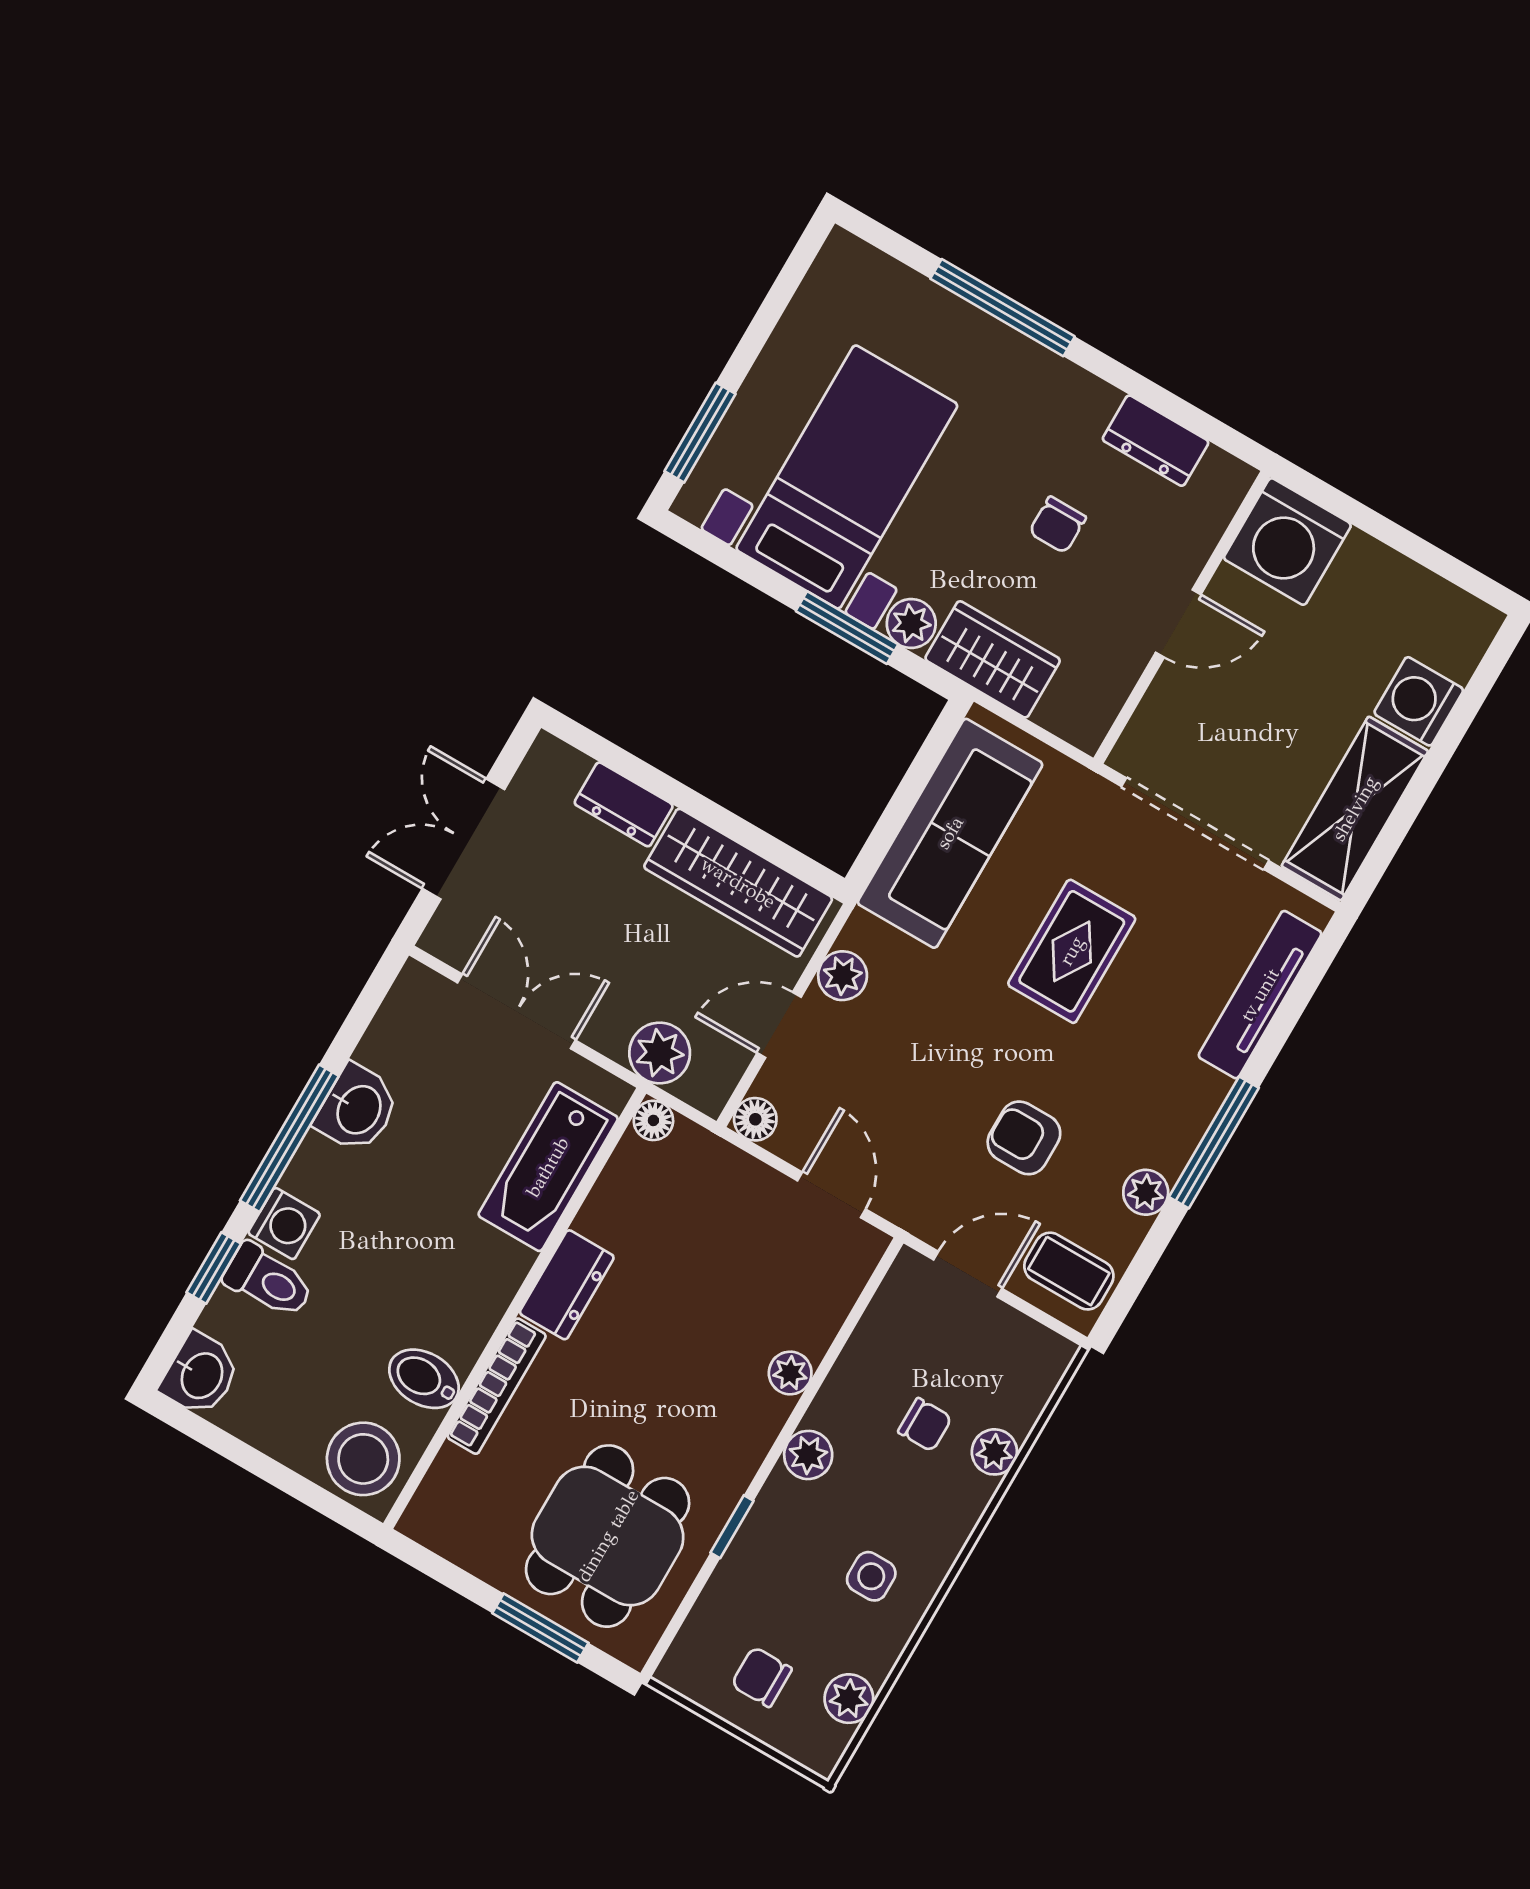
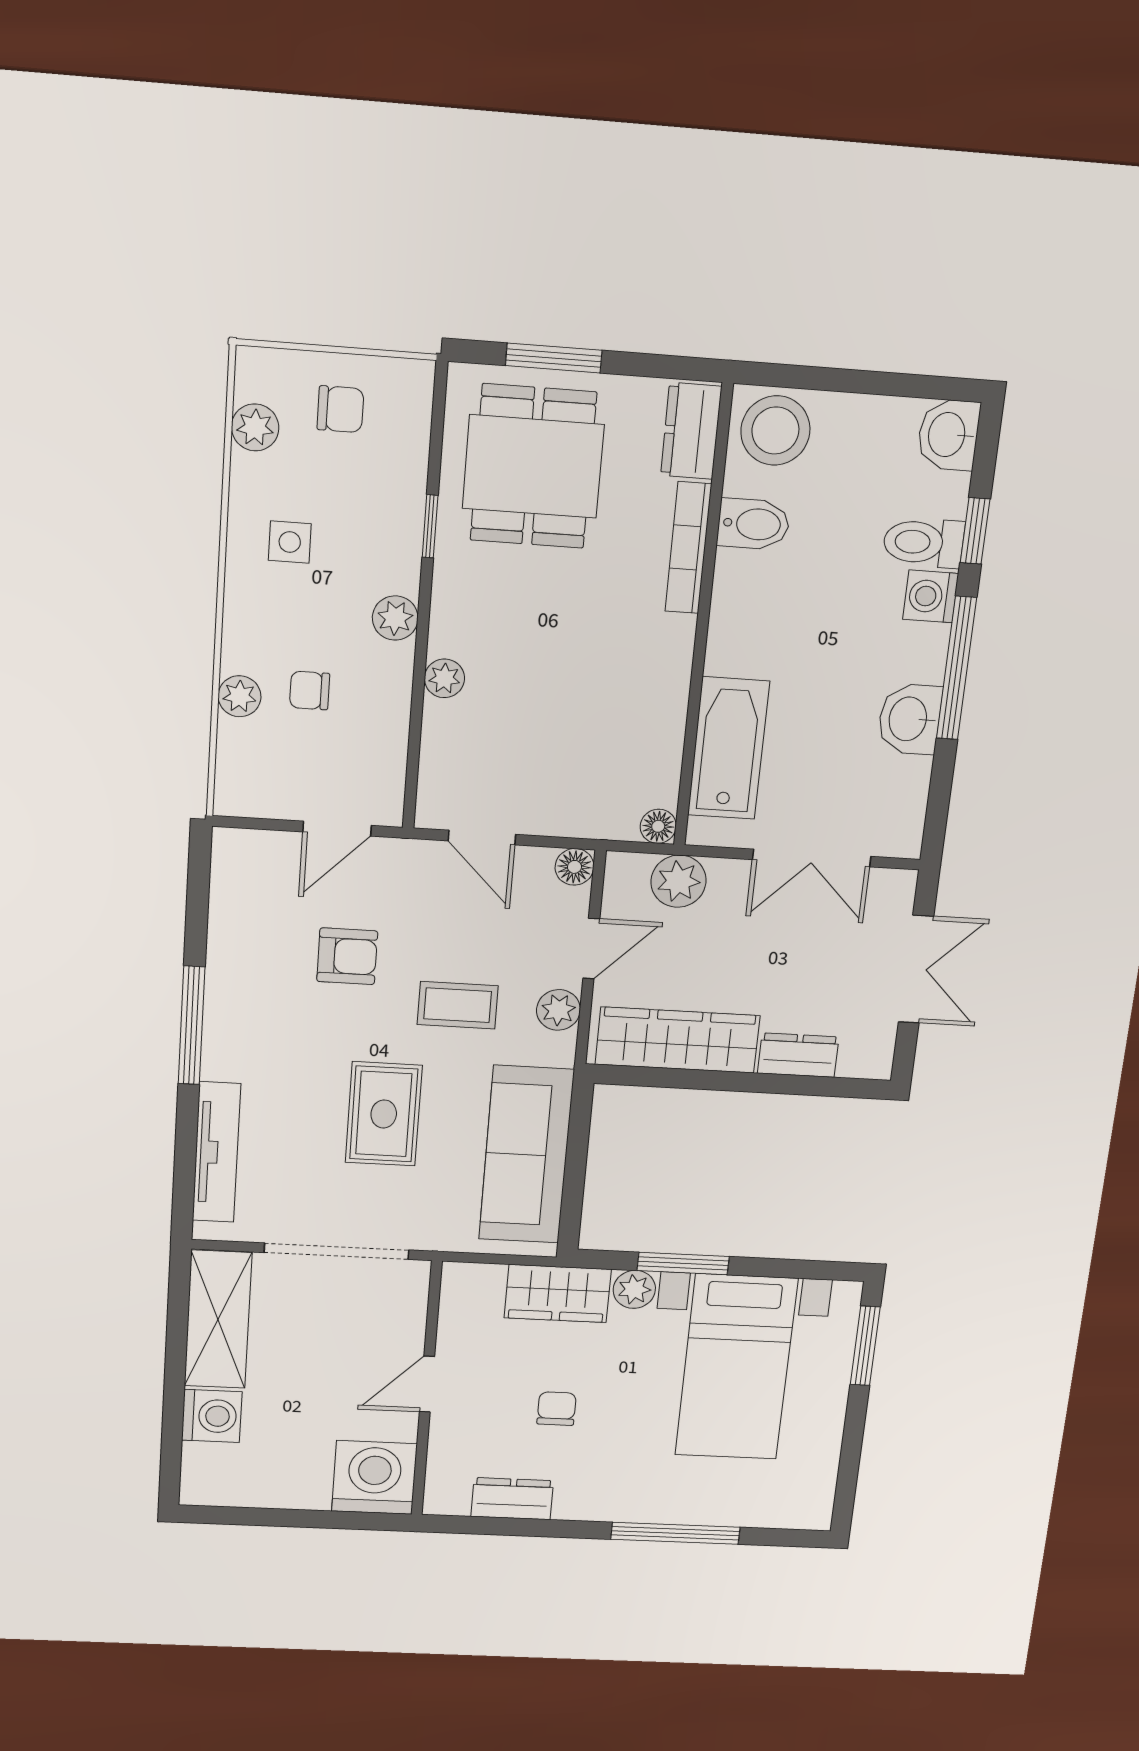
plant: (1146, 1192) -> (226, 961), removed
coffee table: (1069, 1271) -> (458, 1005), moved
dresser: (567, 1285) -> (691, 431), moved

